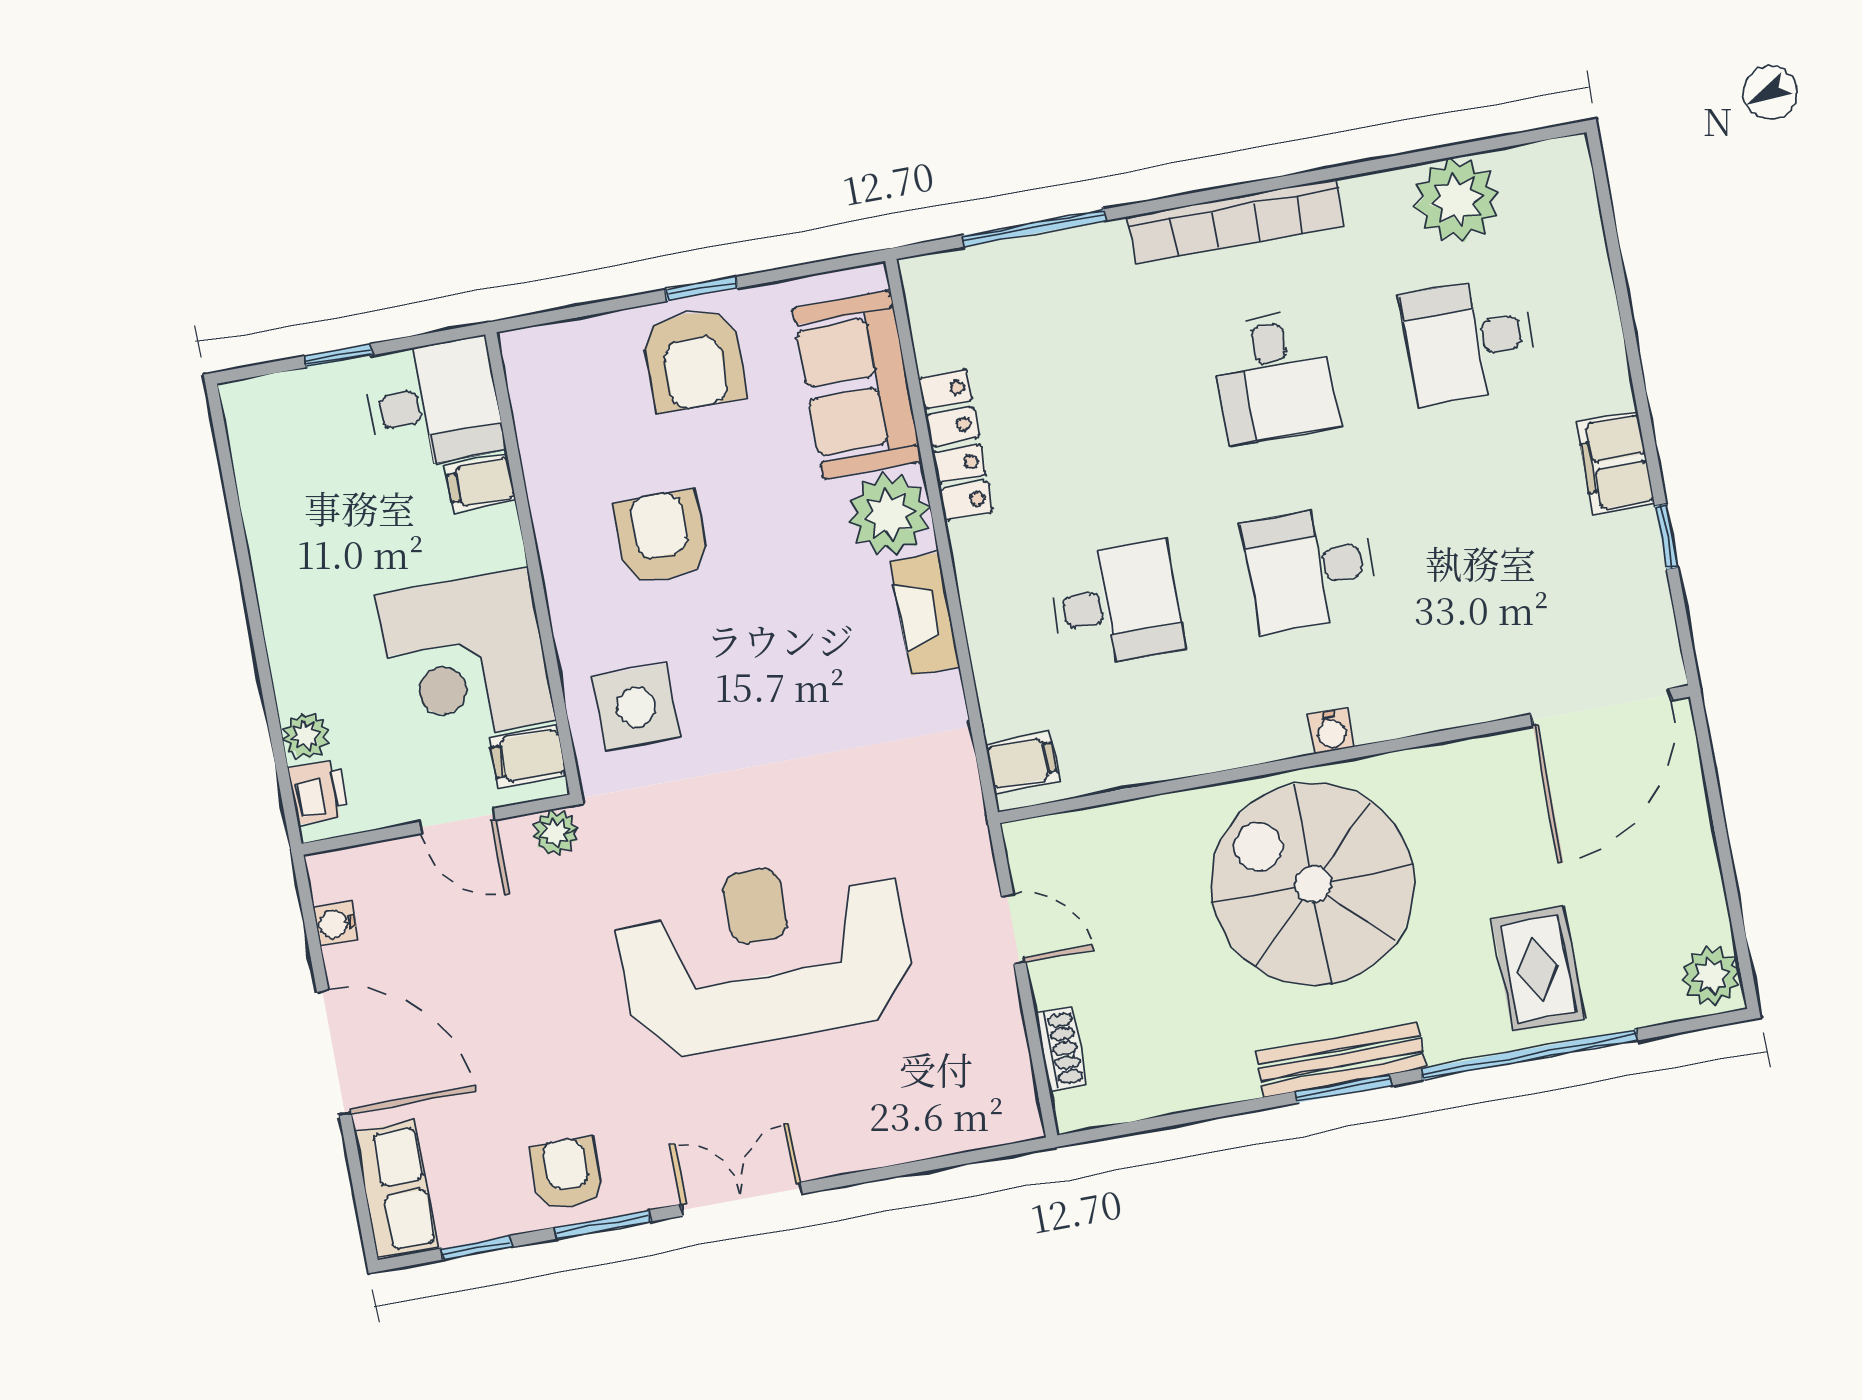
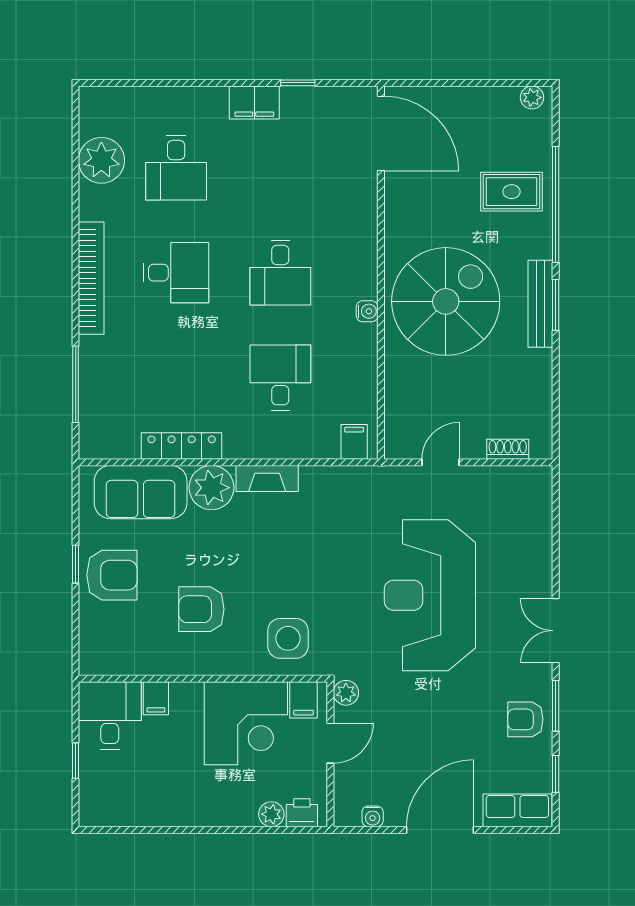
water cooler: (1331, 731) -> (367, 311), moved
spiral stairs: (1313, 884) -> (446, 301), turned 180
plant: (1711, 976) -> (532, 97), width x0.73, depth x0.73

